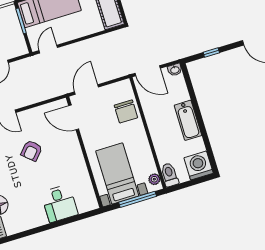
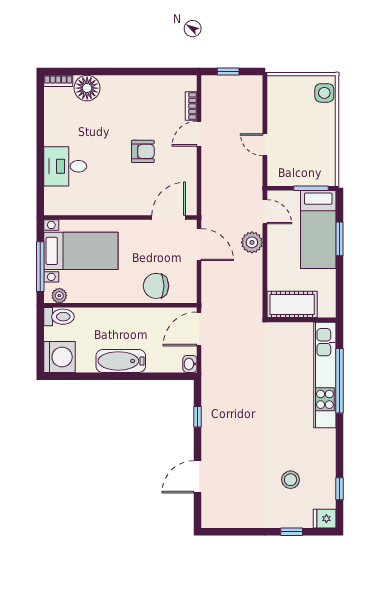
plant: (73, 52) -> (252, 242), added
armchair: (32, 151) -> (143, 151), turned 138

